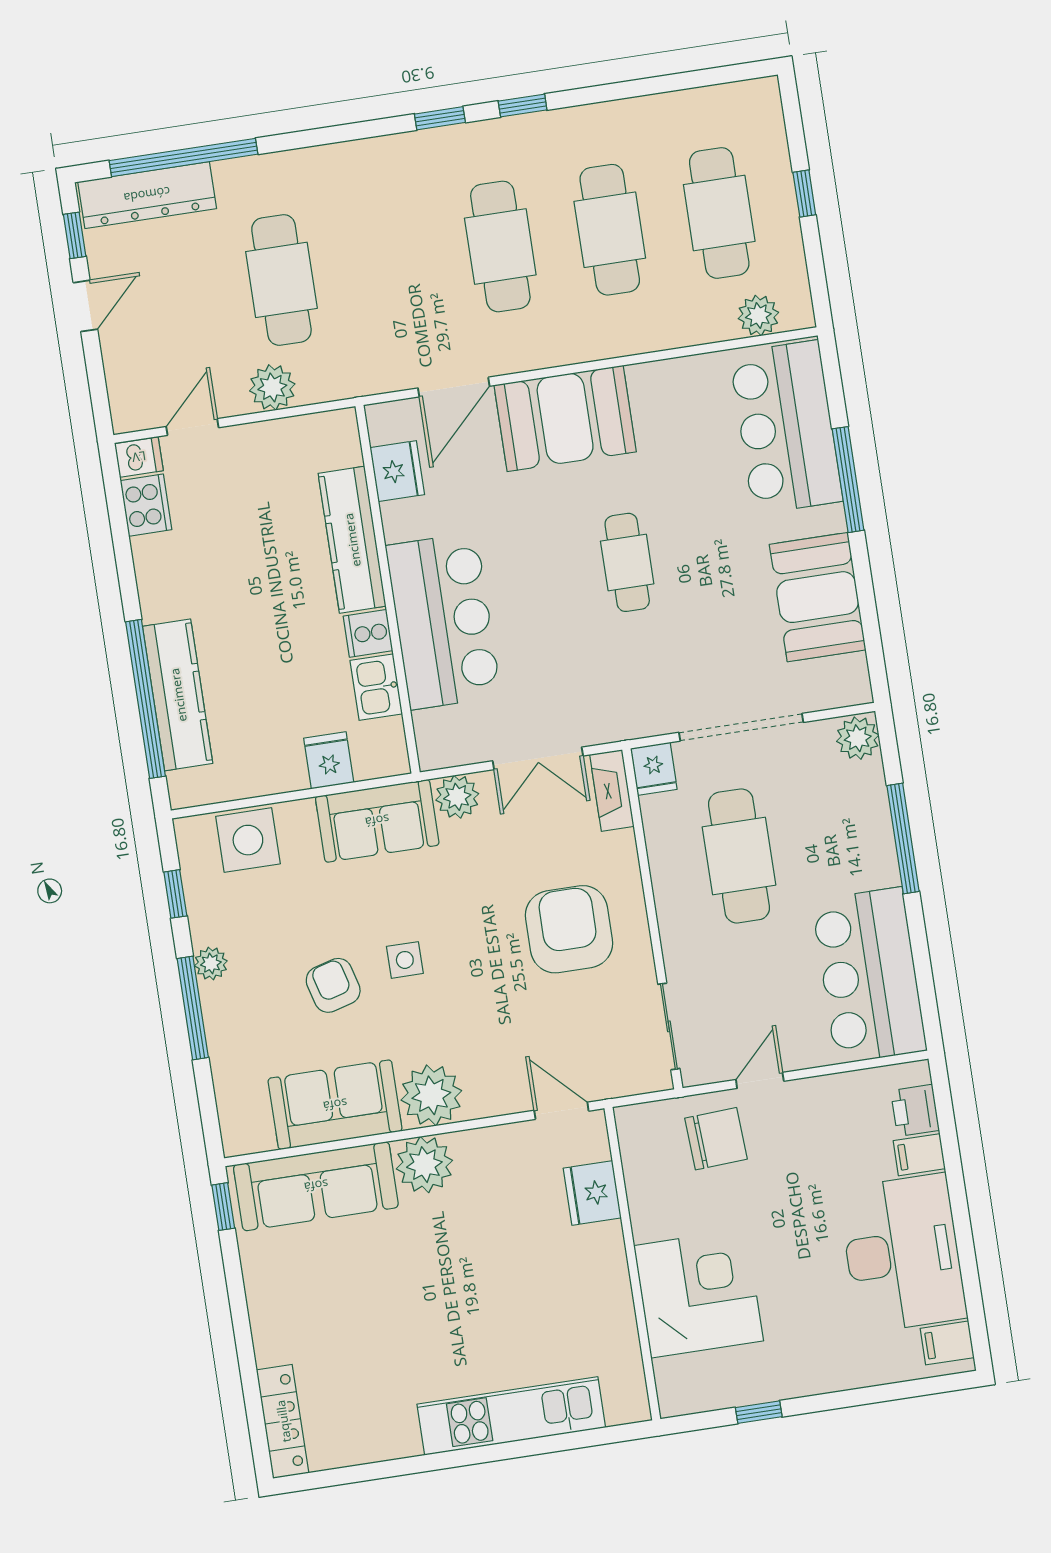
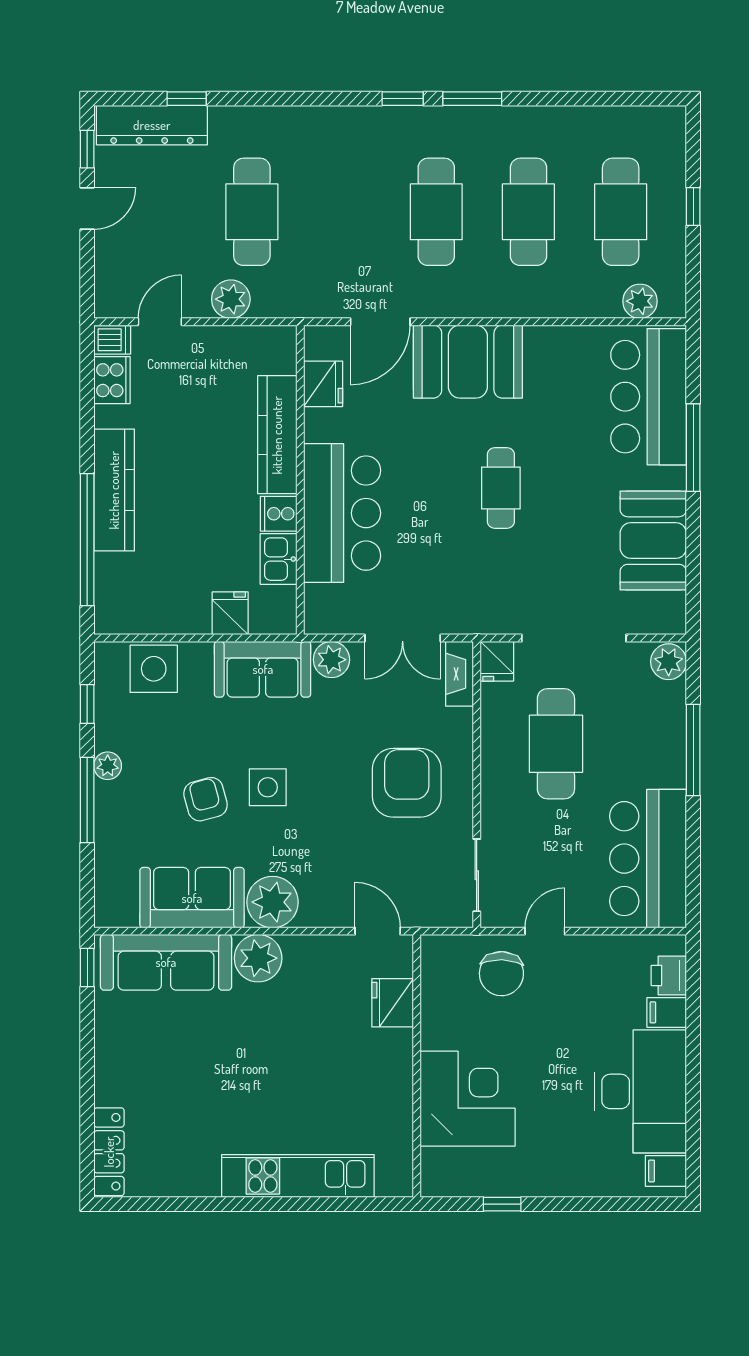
window: (523, 106) -> (472, 99), width x1.50
window: (184, 157) -> (187, 99), width x0.32
kitchen counter: (178, 695) -> (114, 490), moved
side table: (405, 960) -> (268, 787), width x1.37, depth x1.37
chair: (716, 1139) -> (501, 974), turned 95

